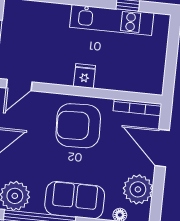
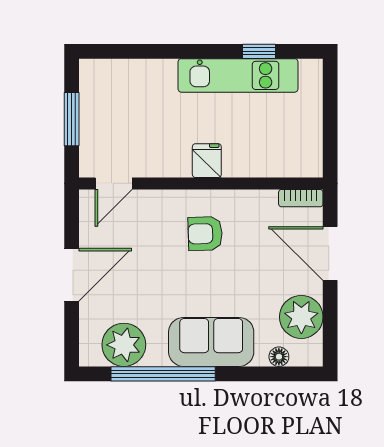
bookcase: (137, 107) -> (301, 198), width x0.64
armchair: (78, 126) -> (205, 234), width x0.53, depth x0.53

